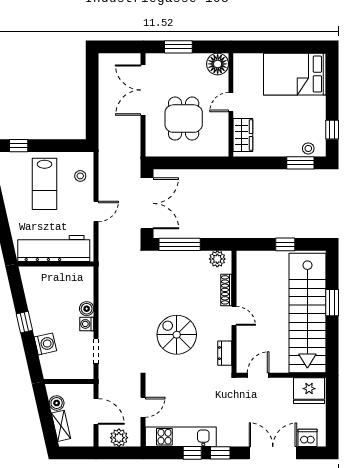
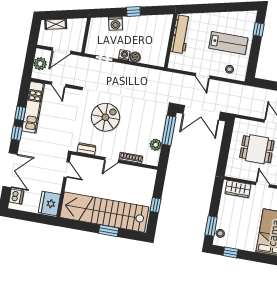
lab bench: (44, 184) -> (228, 43), turned 180
workbench: (54, 249) -> (181, 34), width x0.73, depth x0.76
plant: (217, 259) -> (156, 145), moved
boiler: (57, 403) -> (72, 24), removed

